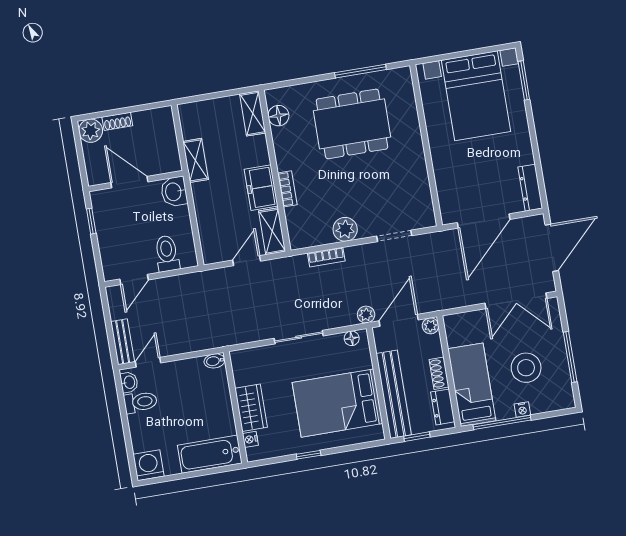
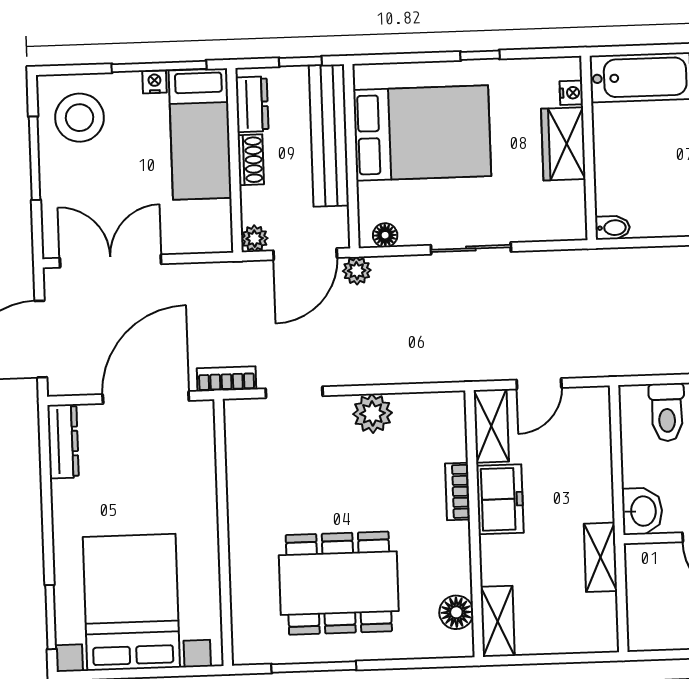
bookcase: (326, 257) -> (226, 379), moved
stool: (526, 368) -> (80, 118), moved
nightstand: (522, 410) -> (155, 82), moved

